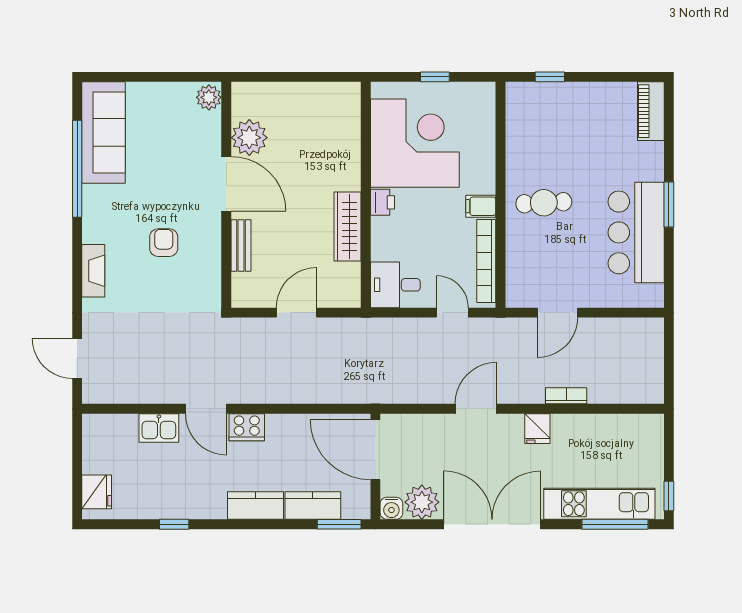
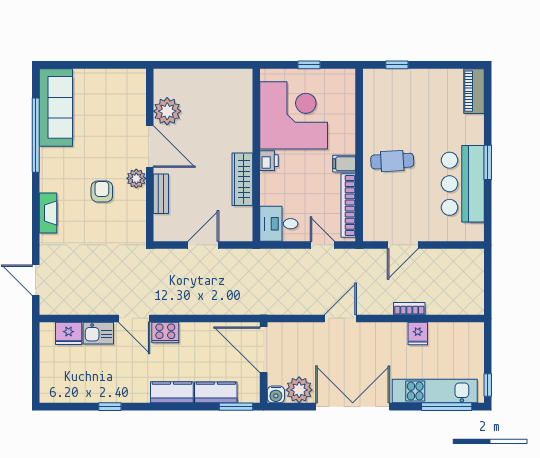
plant: (209, 97) -> (136, 178), moved
fridge: (537, 429) -> (418, 334), moved
fridge: (97, 492) -> (69, 333), moved, turned 90

